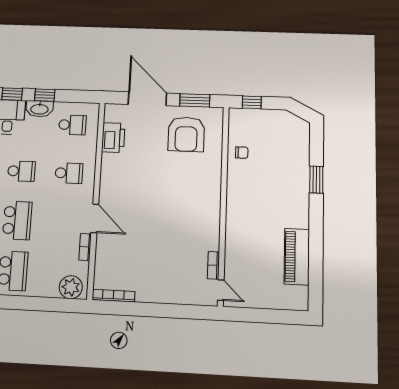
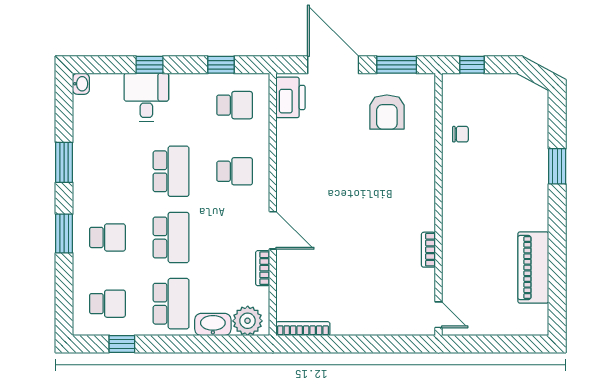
window: (45, 95) -> (221, 65), moved
washbasin: (40, 109) -> (213, 324), moved, turned 180
armchair: (186, 134) -> (387, 112), width x0.73, depth x0.73
printer: (113, 138) -> (291, 97), moved
school desk: (21, 171) -> (171, 171), width x1.85
bookcase: (213, 265) -> (428, 250), moved

